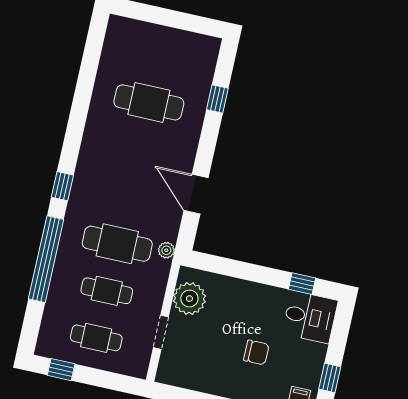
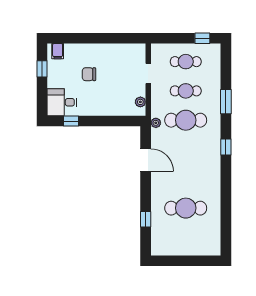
window: (46, 259) -> (226, 102), width x0.47
plant: (189, 299) -> (140, 102), width x0.53, depth x0.53

